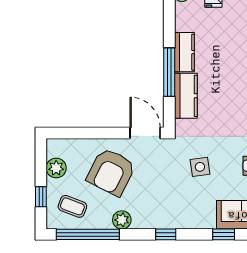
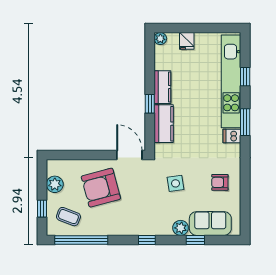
window: (169, 72) -> (150, 104), width x0.46
armchair: (111, 172) -> (101, 188), turned 48
plant: (122, 220) -> (181, 228), moved

